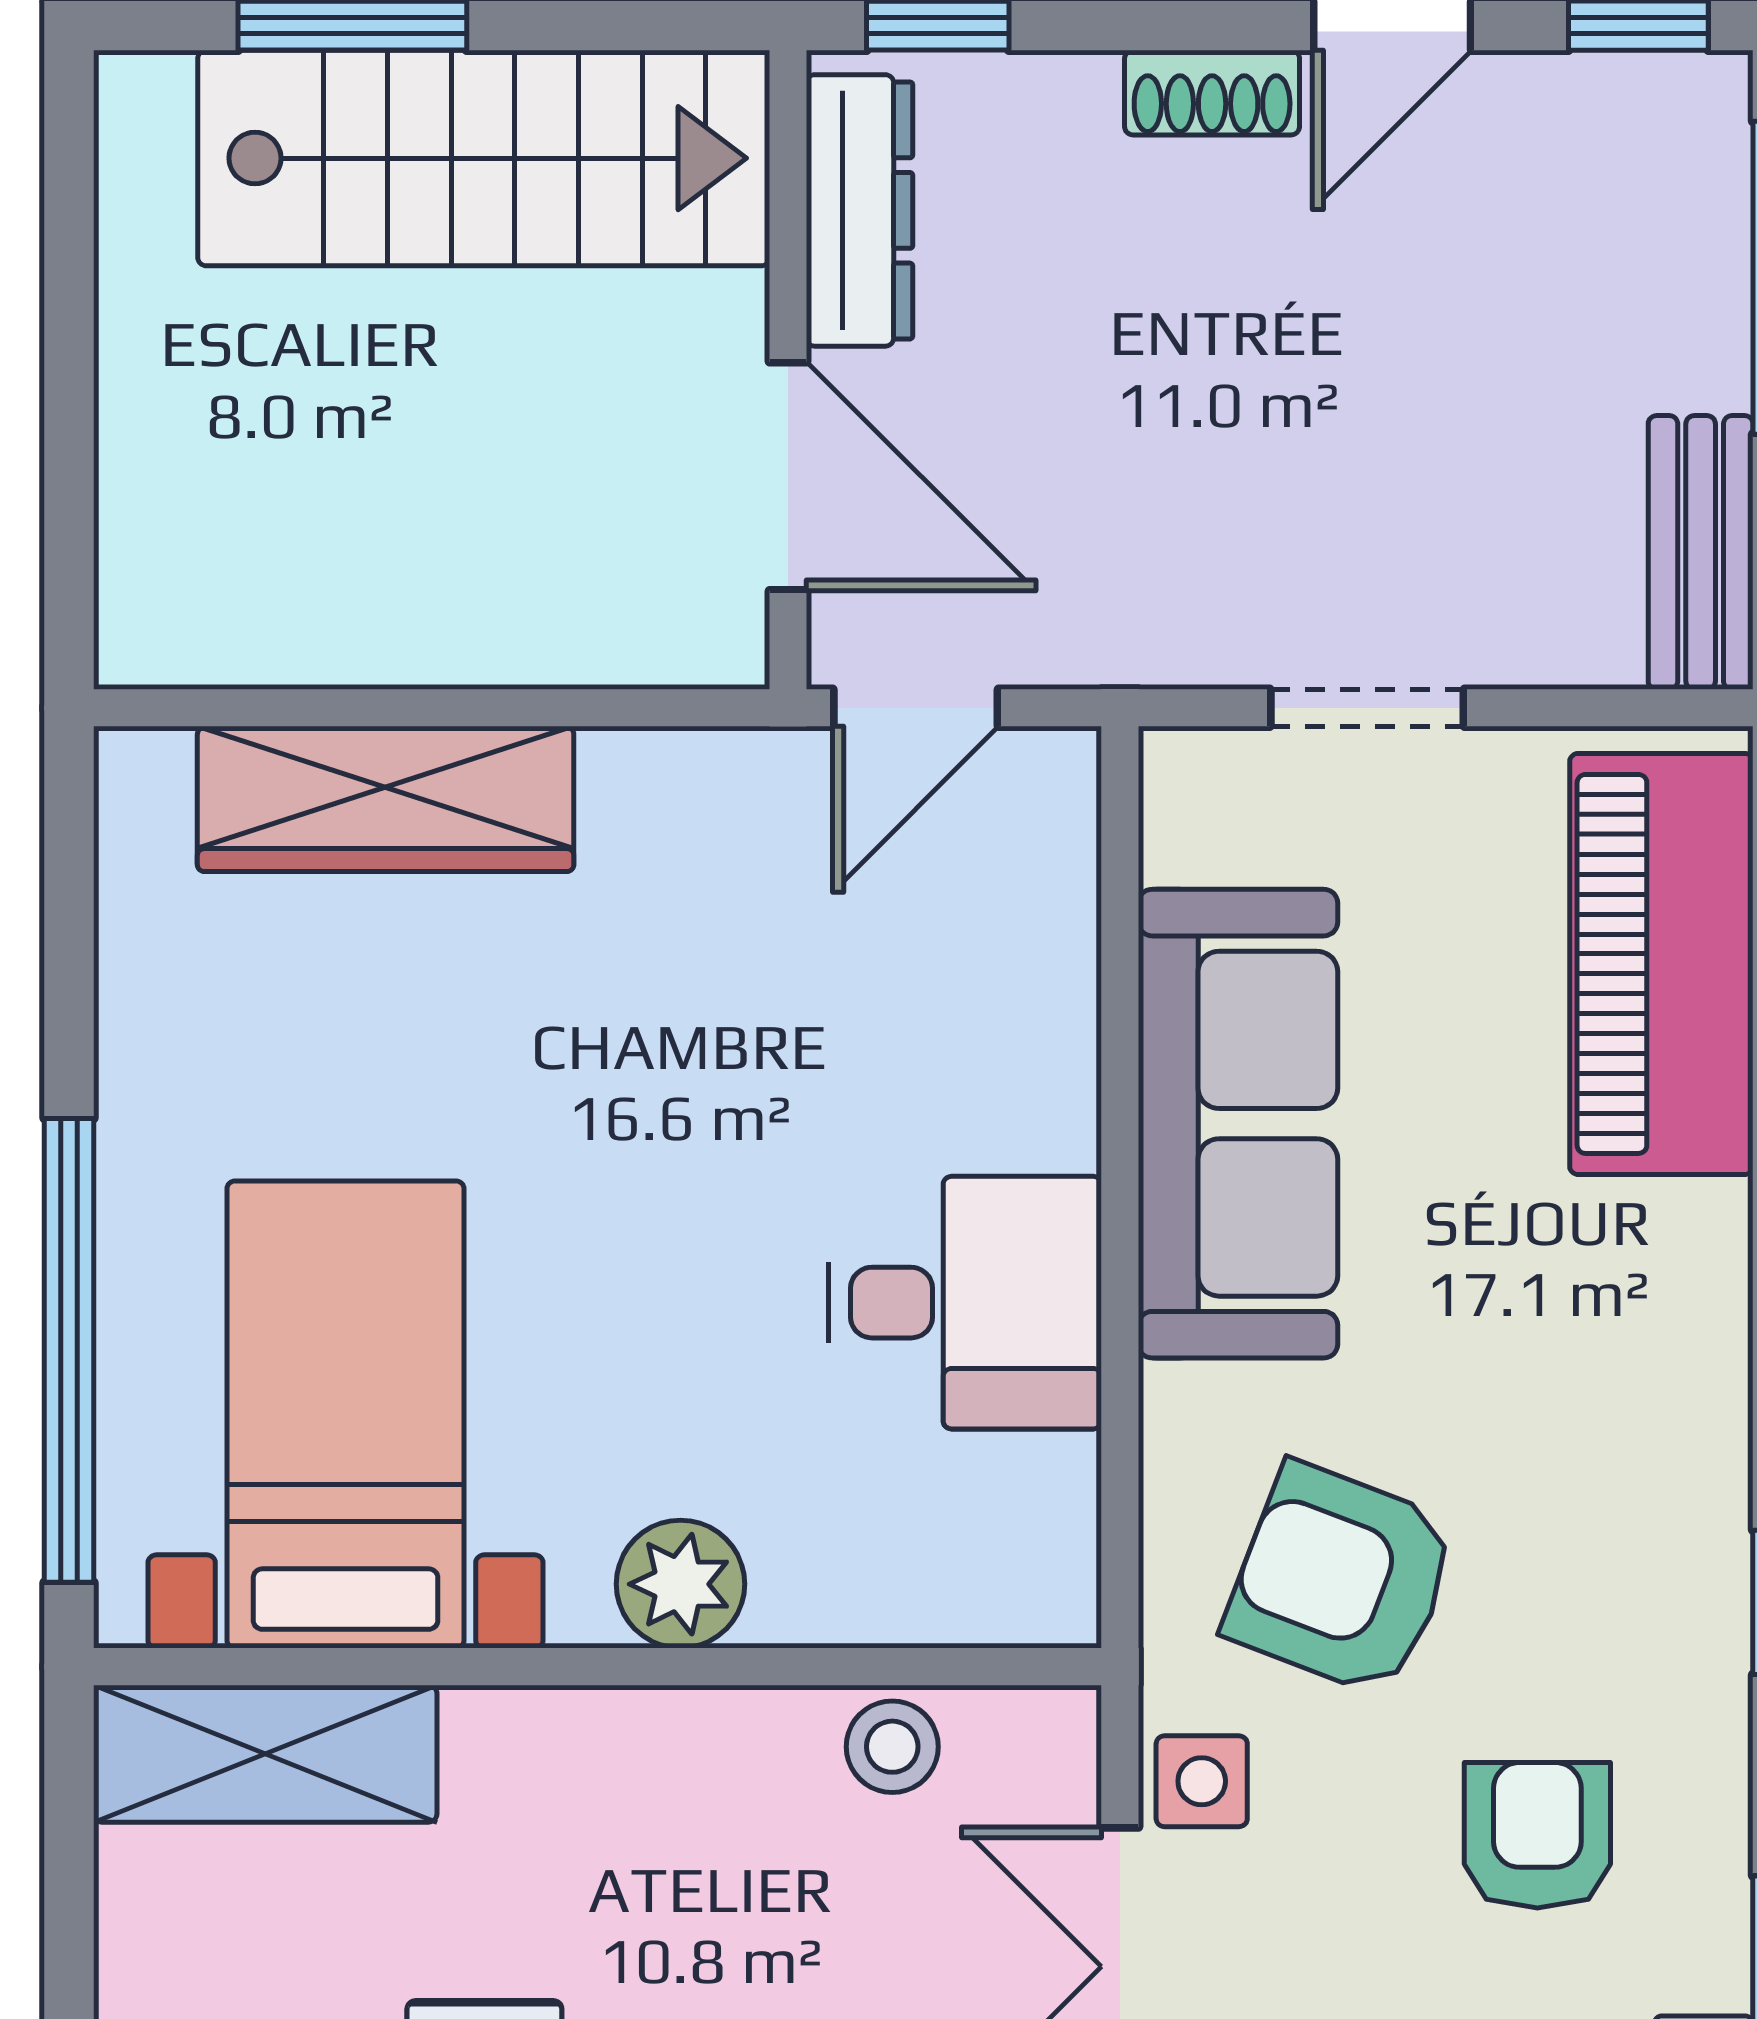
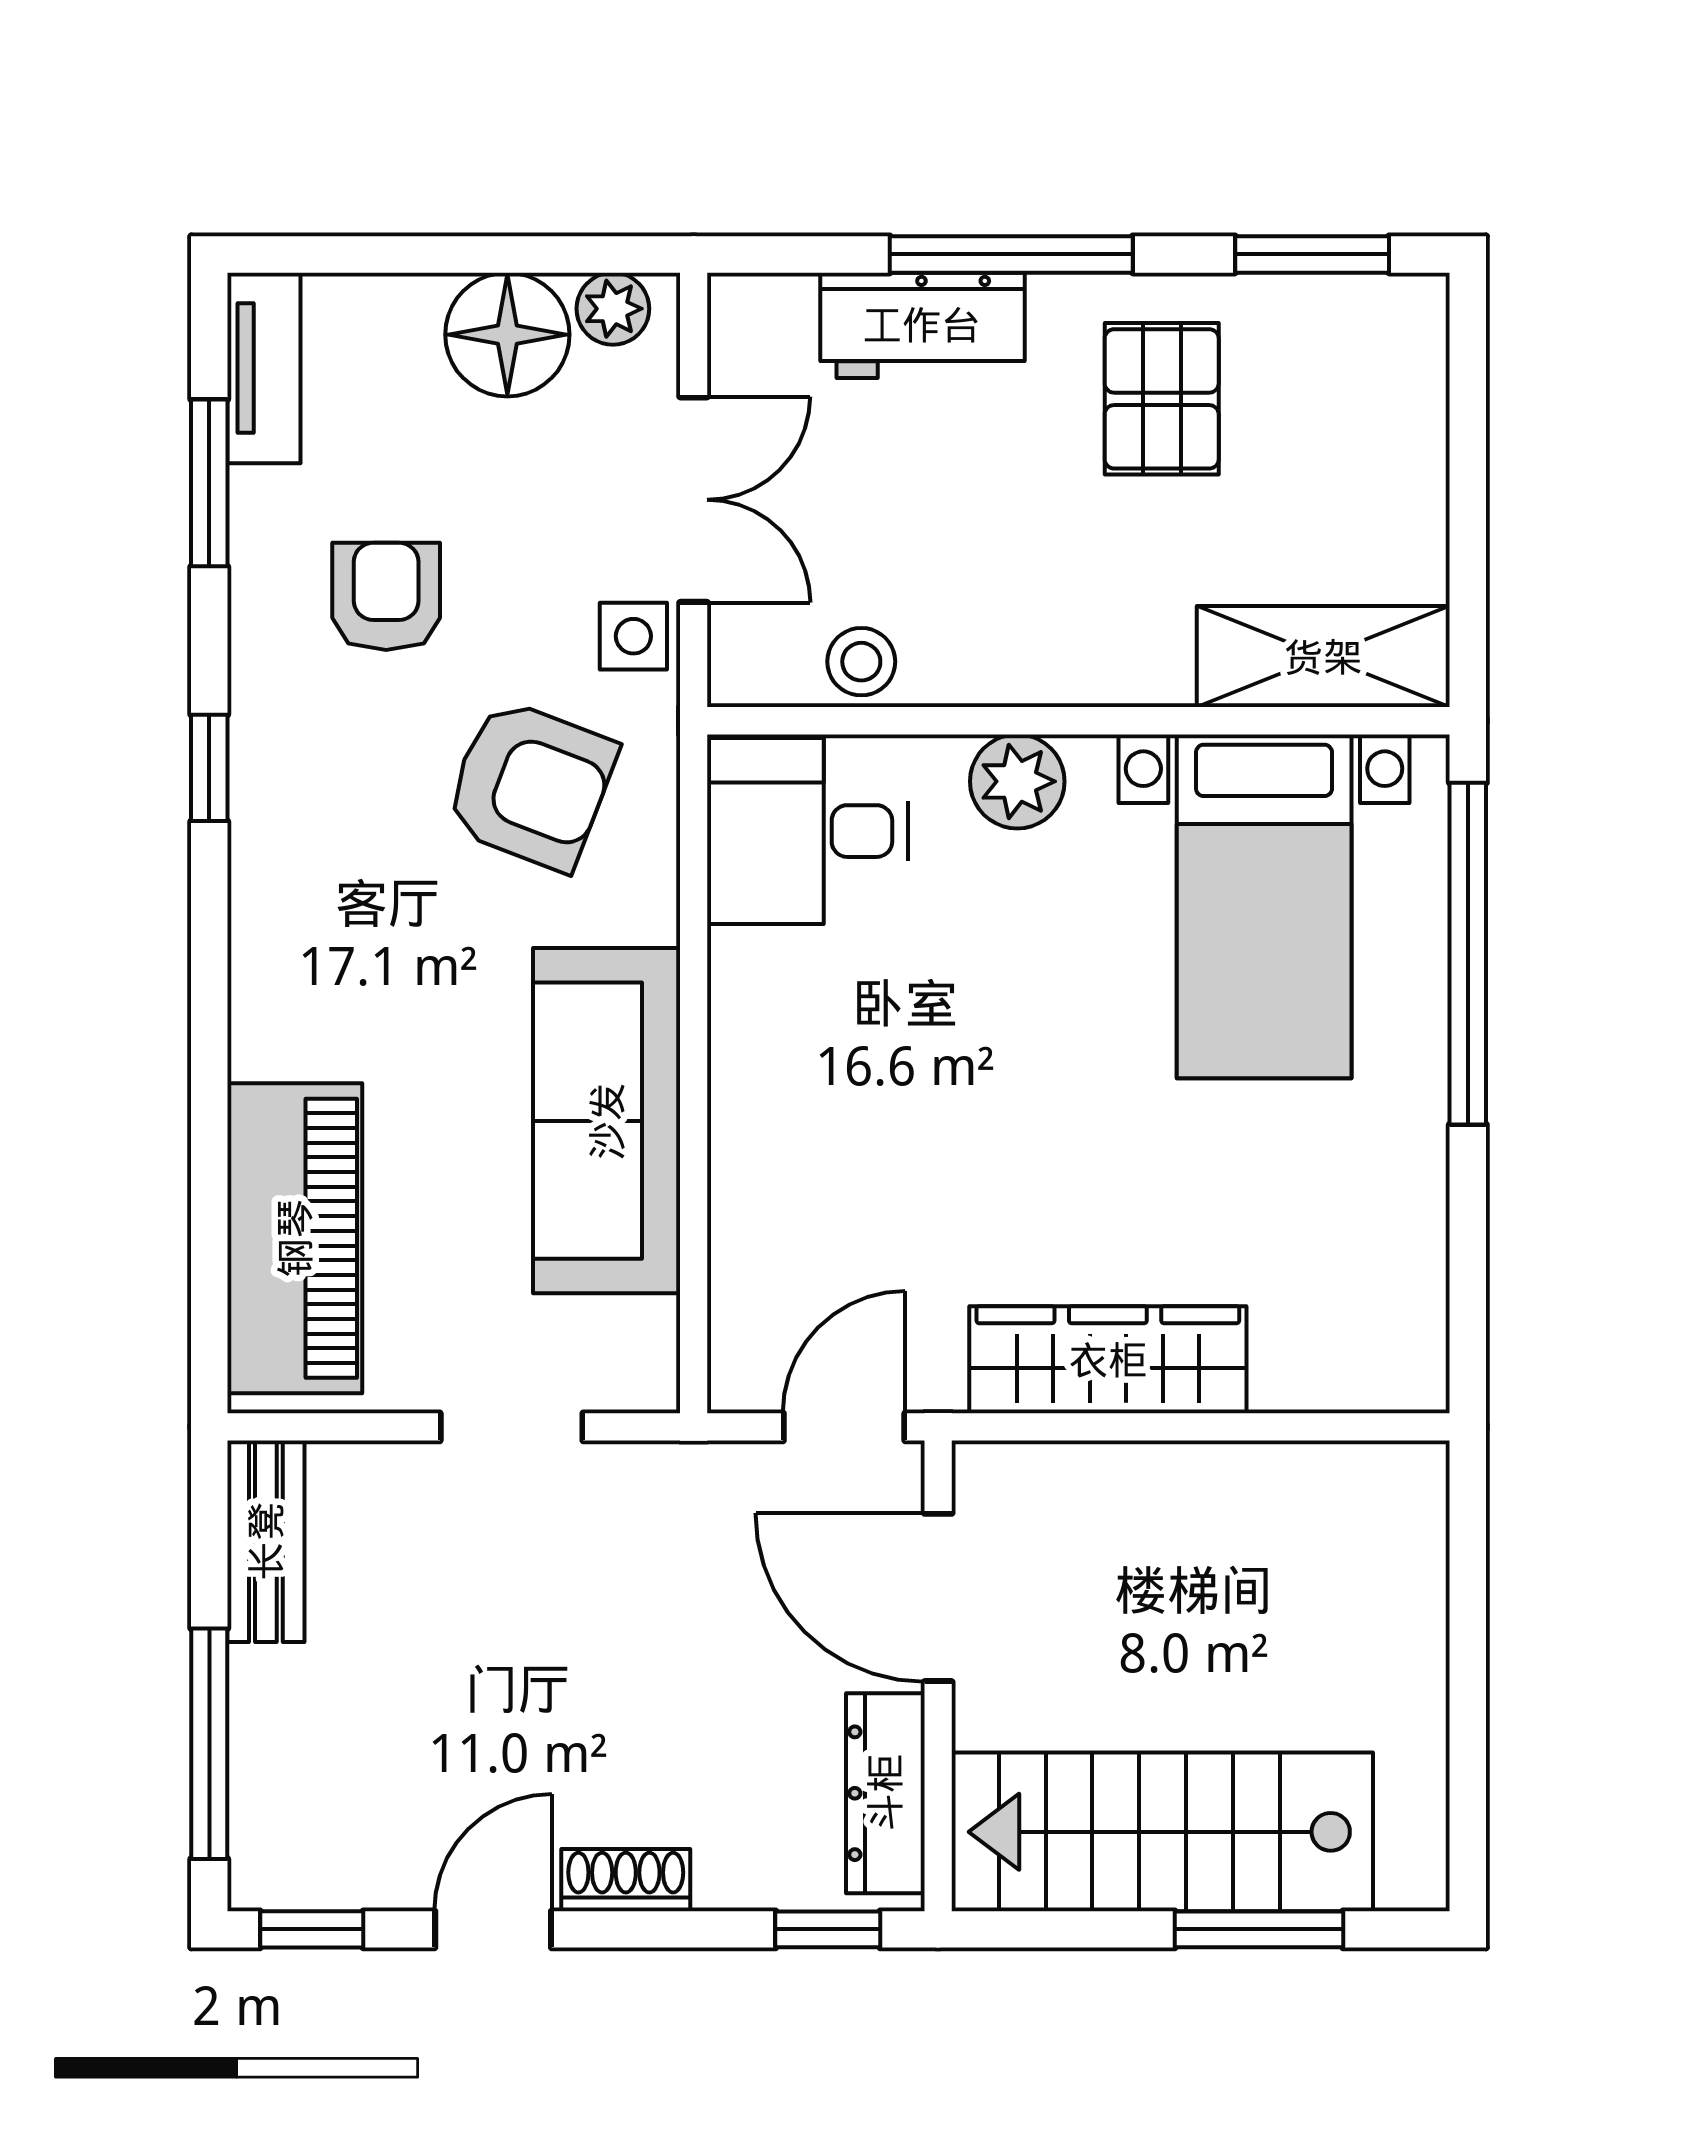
wardrobe: (386, 799) -> (1108, 1360), moved
desk: (965, 1303) -> (808, 831), moved
armchair: (1537, 1835) -> (386, 596), turned 180

